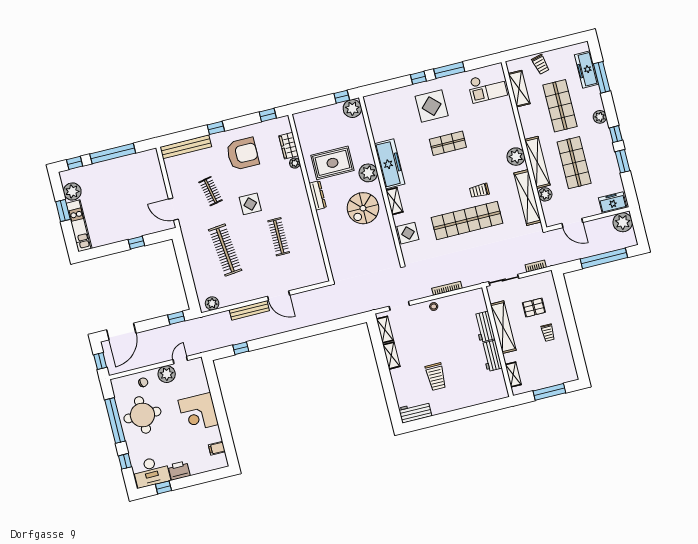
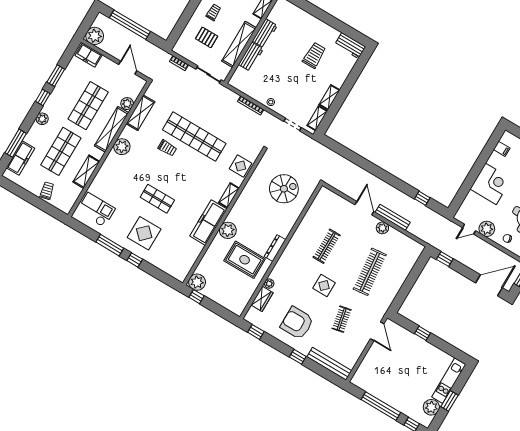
shelving: (519, 89) -> (86, 172), moved
shelving: (528, 198) -> (140, 113), width x0.68
spiral stairs: (363, 208) -> (284, 189), moved
plant: (212, 303) -> (382, 228), moved

